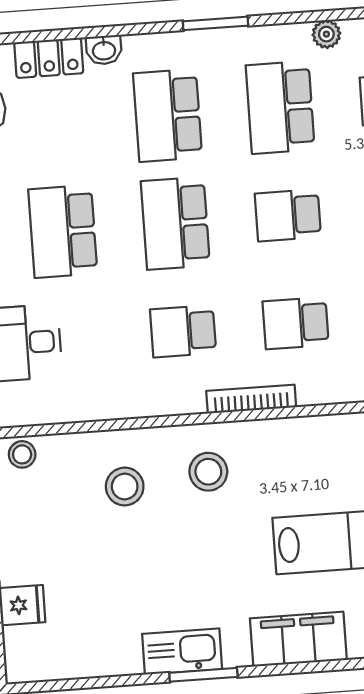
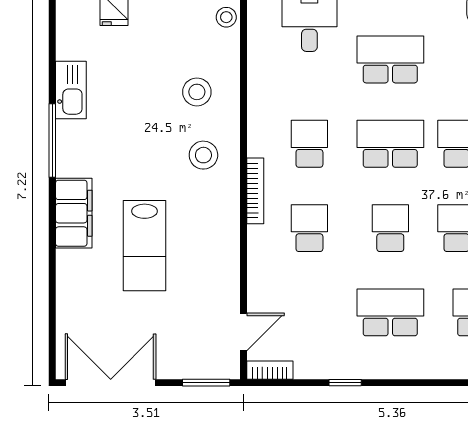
kitchen sink: (182, 651) -> (71, 90), moved
window: (203, 675) -> (52, 141), width x1.44

